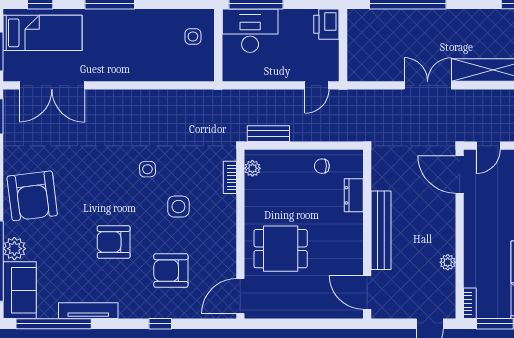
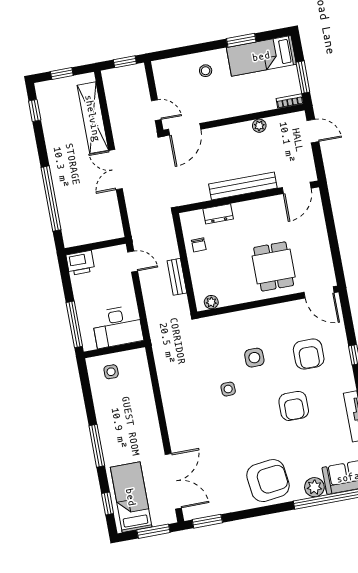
desk: (250, 31) -> (117, 327), moved, turned -90
bench: (268, 134) -> (177, 277), moved
bookcase: (230, 177) -> (222, 319), removed

